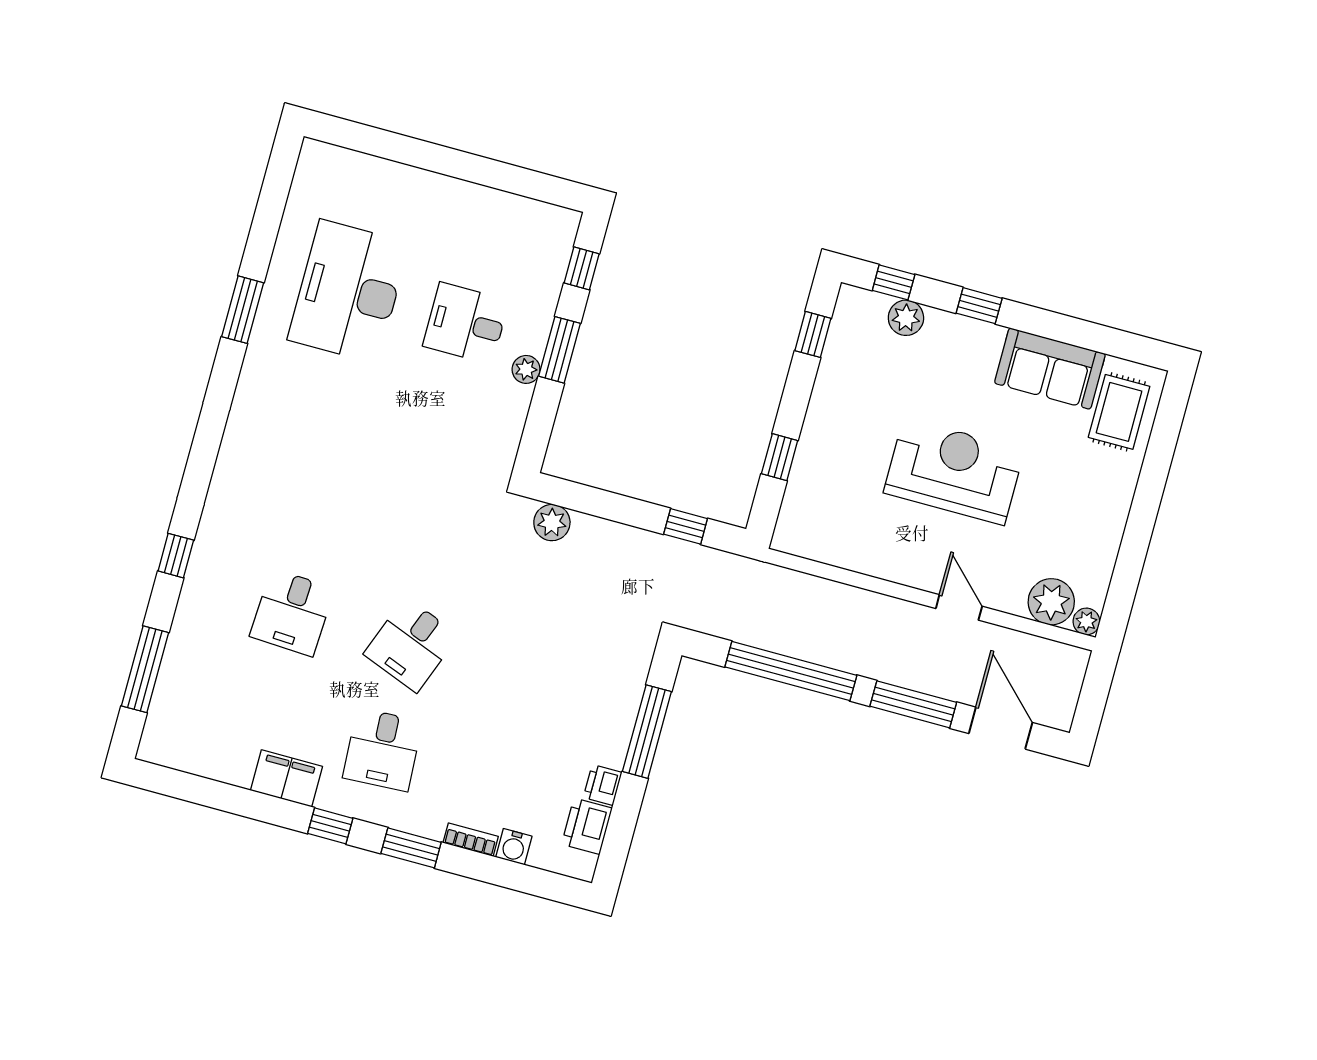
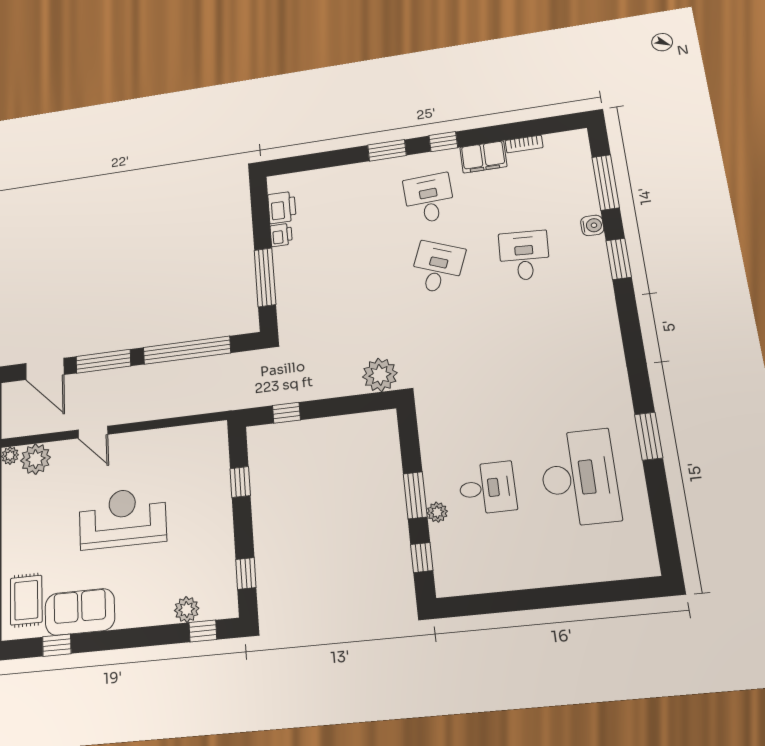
window: (979, 306) -> (57, 645), moved
plant: (526, 369) -> (437, 512), moved
reception desk: (954, 471) -> (123, 518), turned 180
plant: (552, 523) -> (380, 375), width x1.36, depth x1.36
window: (176, 556) -> (619, 259), width x1.50
bookcase: (471, 840) -> (524, 144), moved
water cooler: (514, 847) -> (592, 225), moved, turned 90

